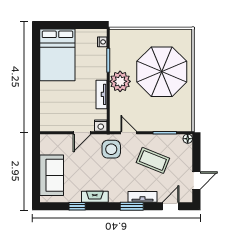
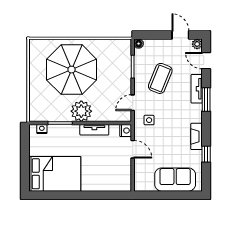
side table: (111, 149) -> (149, 120), width x0.54, depth x0.54
plant: (187, 197) -> (197, 44), added

